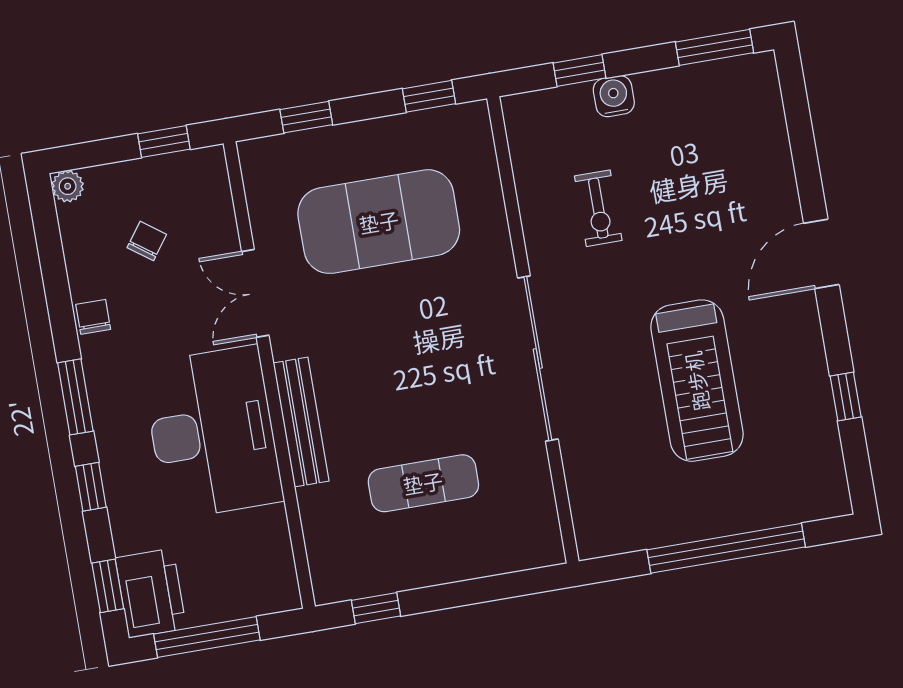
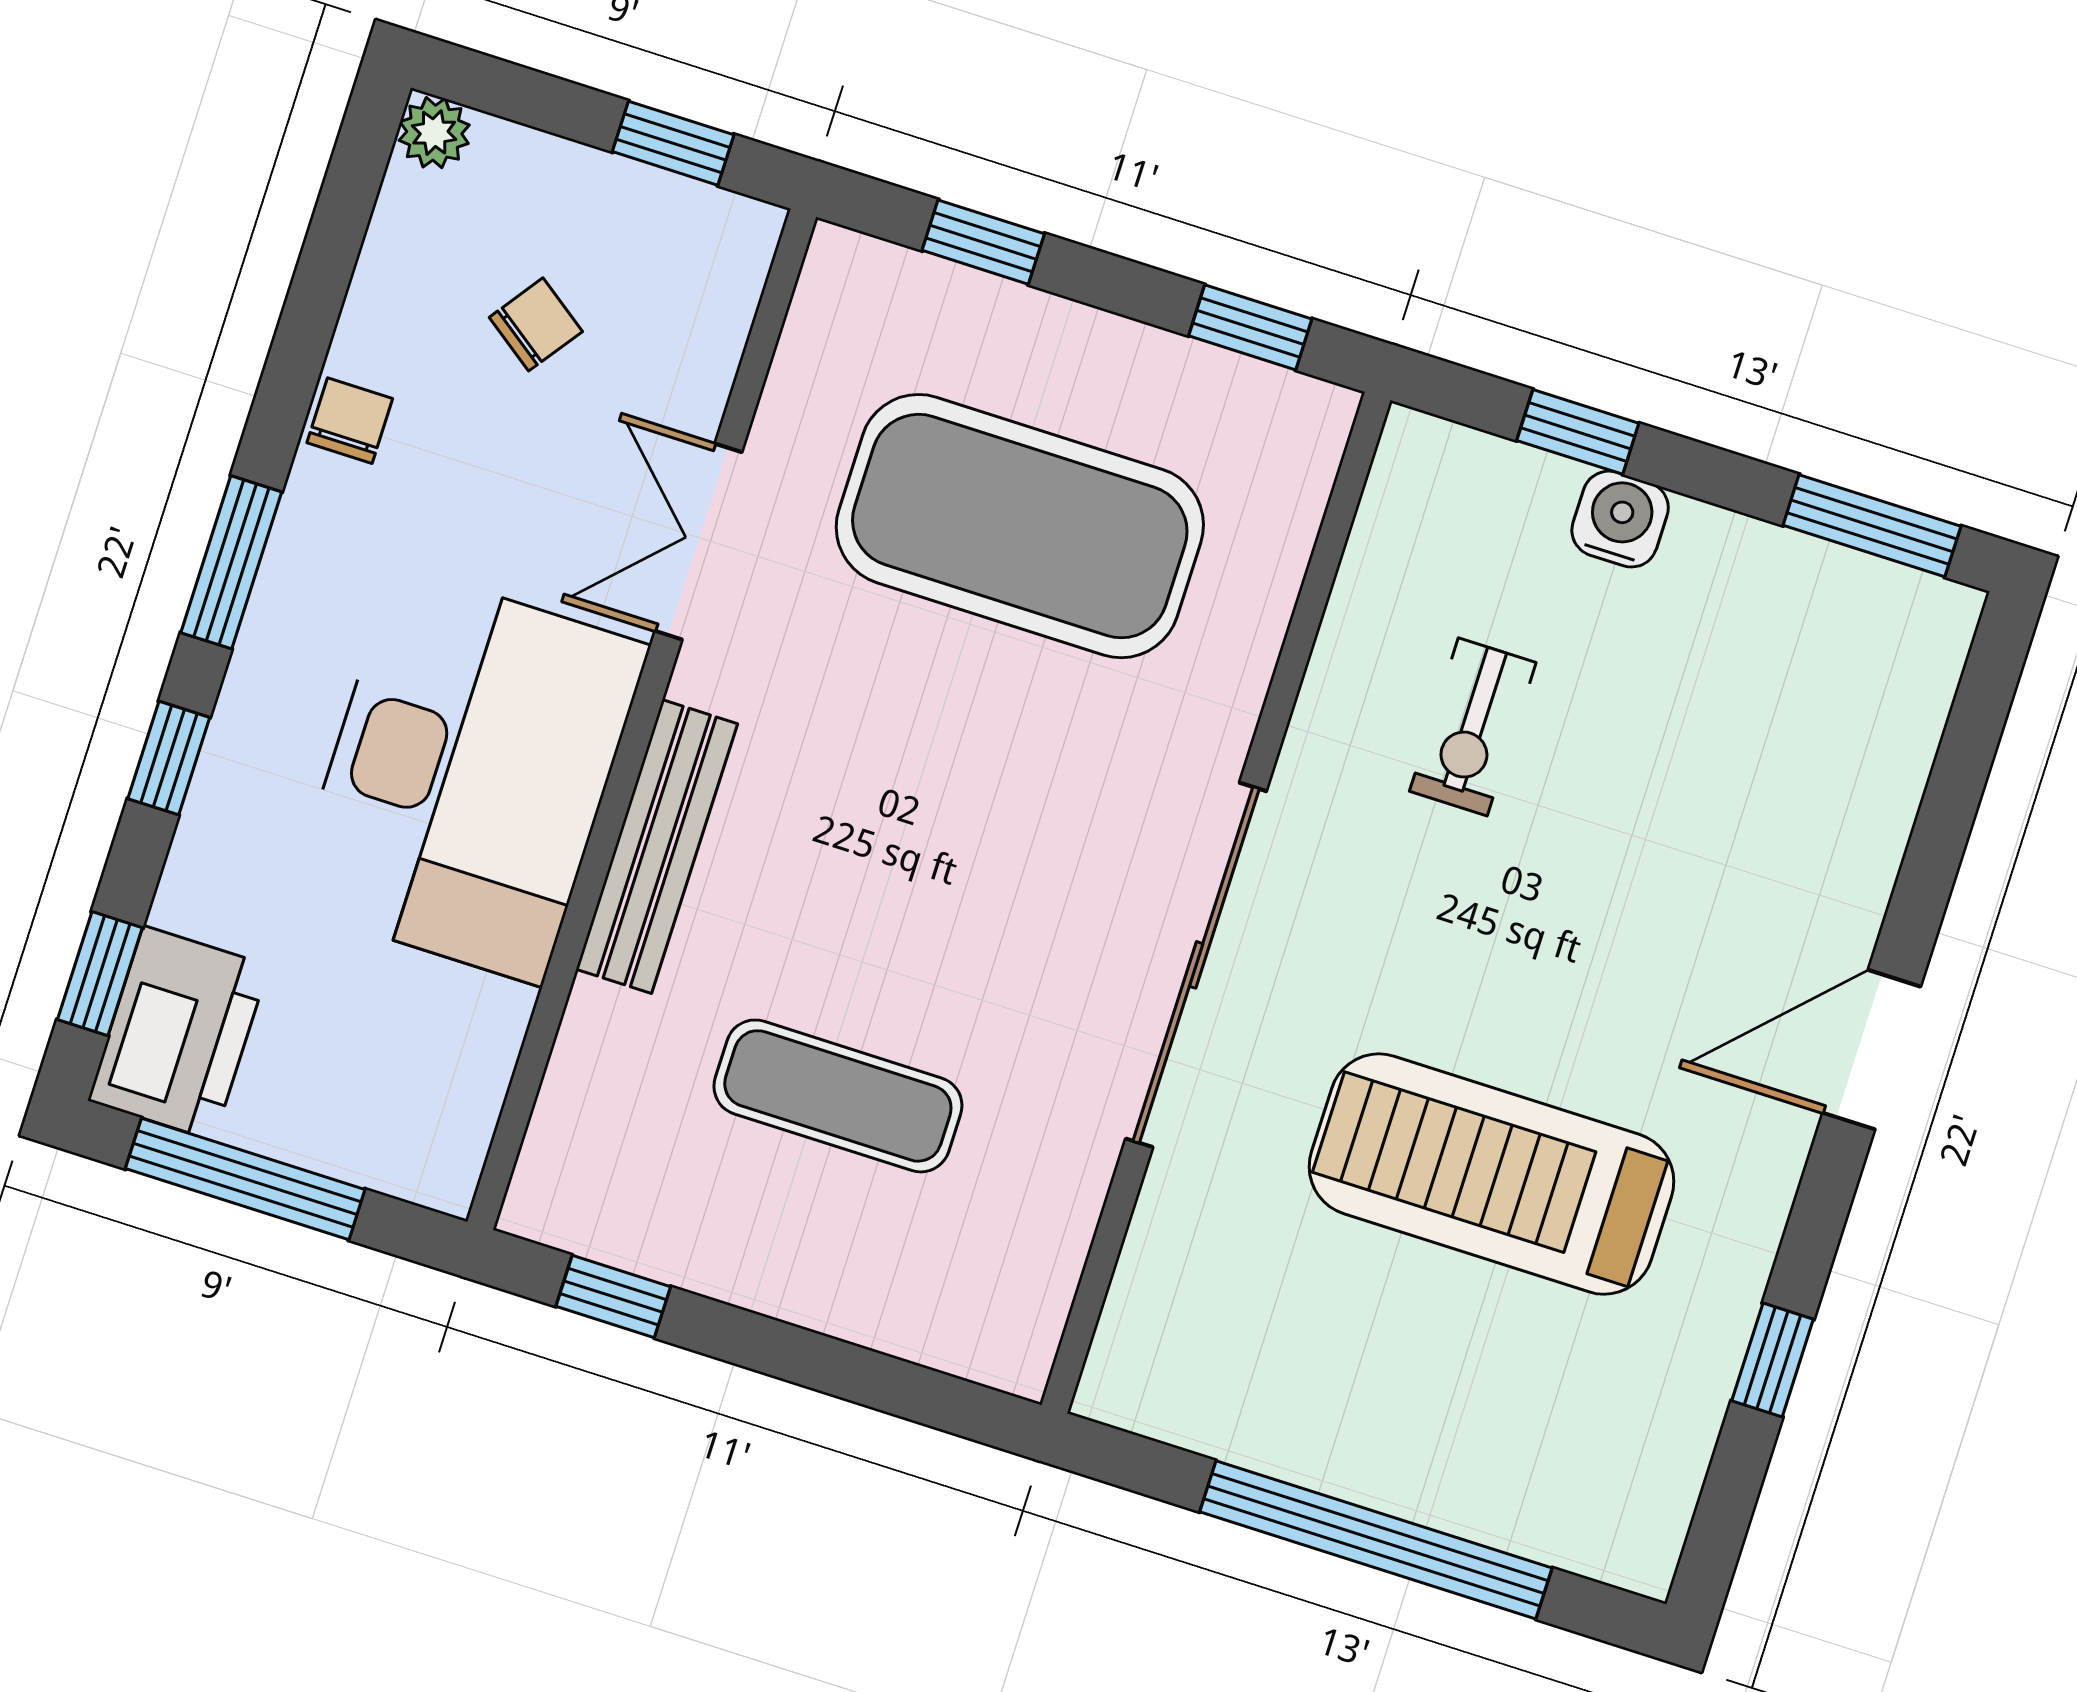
treadmill: (697, 381) -> (1491, 1174), turned 90

